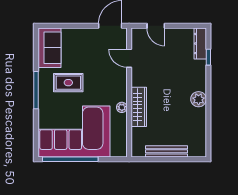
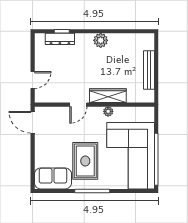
dresser: (200, 44) -> (60, 39), moved
door: (129, 58) -> (78, 105), moved
rug: (68, 83) -> (85, 161), width x1.36, depth x1.43

